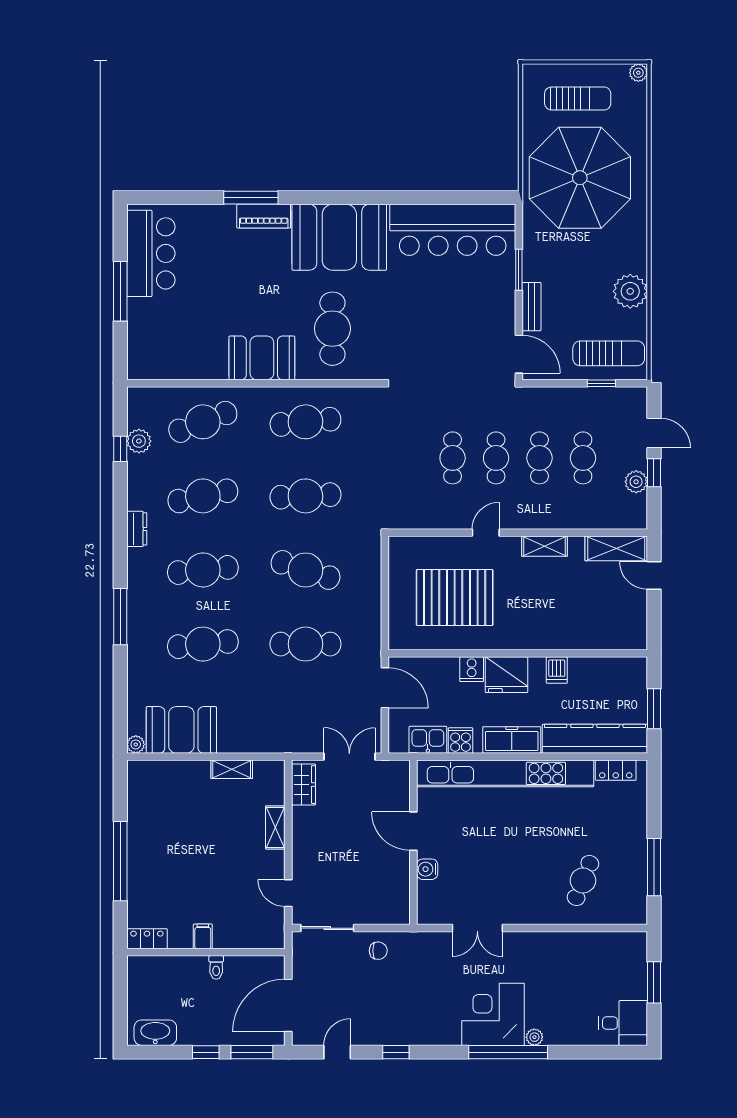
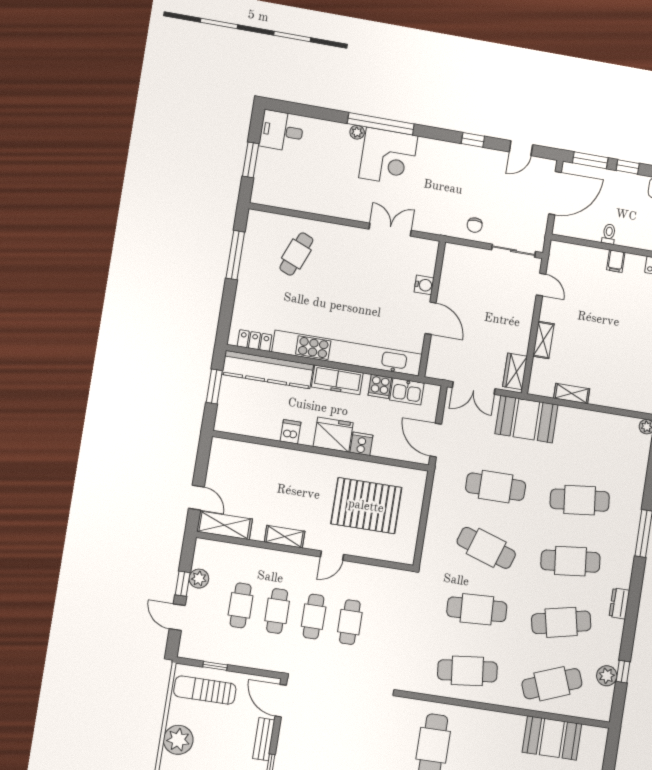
booth: (262, 358) -> (552, 738), moved
booth: (181, 730) -> (526, 419), moved
chair: (378, 951) -> (475, 225), turned -90

